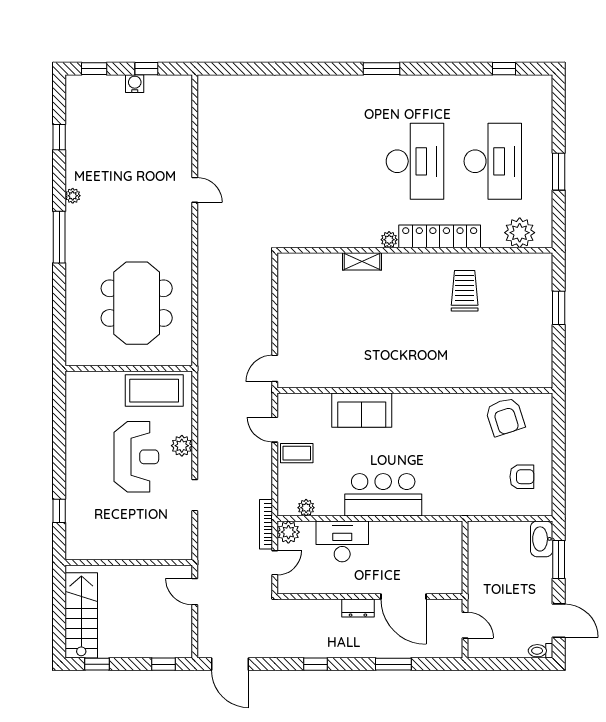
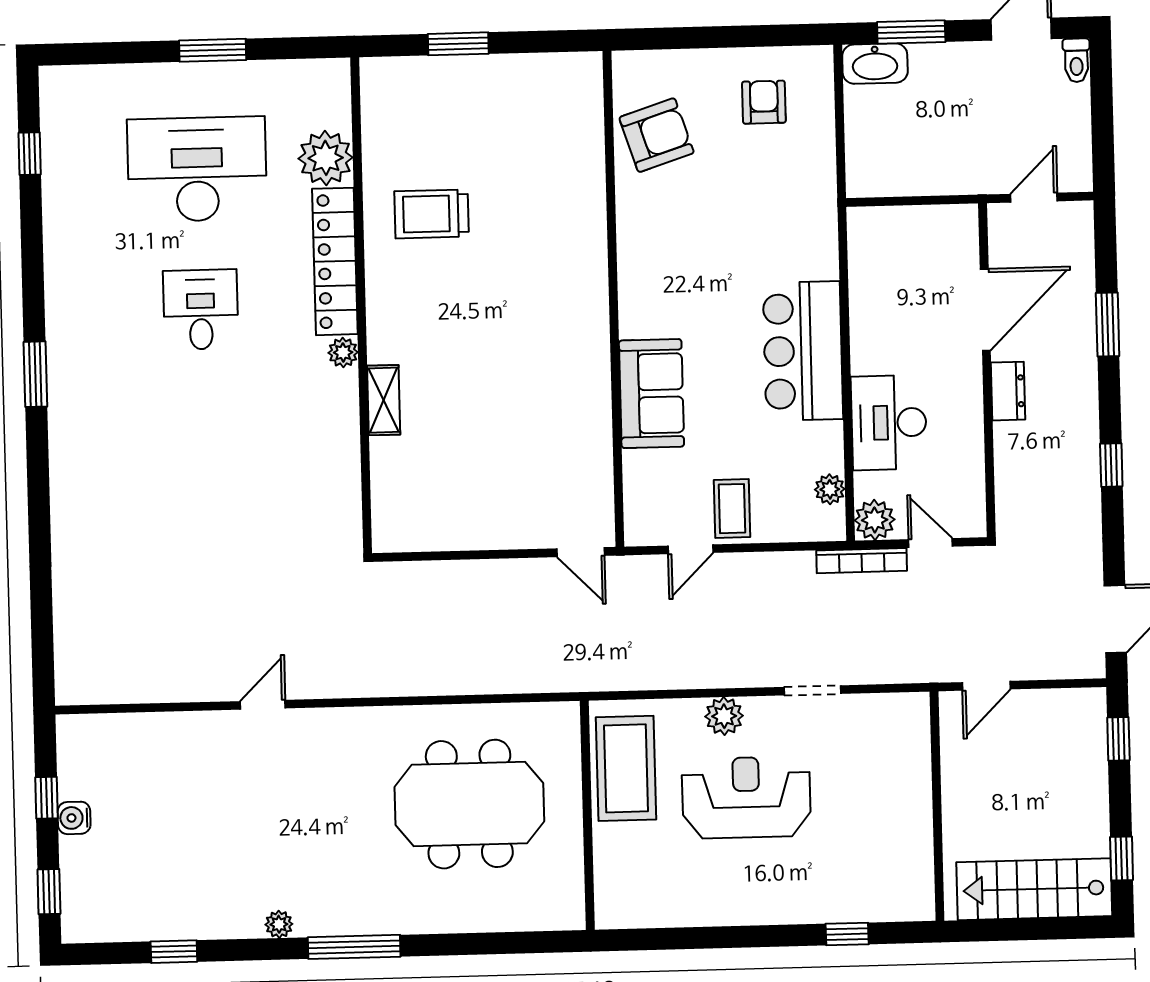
desk: (415, 161) -> (201, 310), width x0.53, depth x0.77
plant: (520, 233) -> (326, 158), moved

